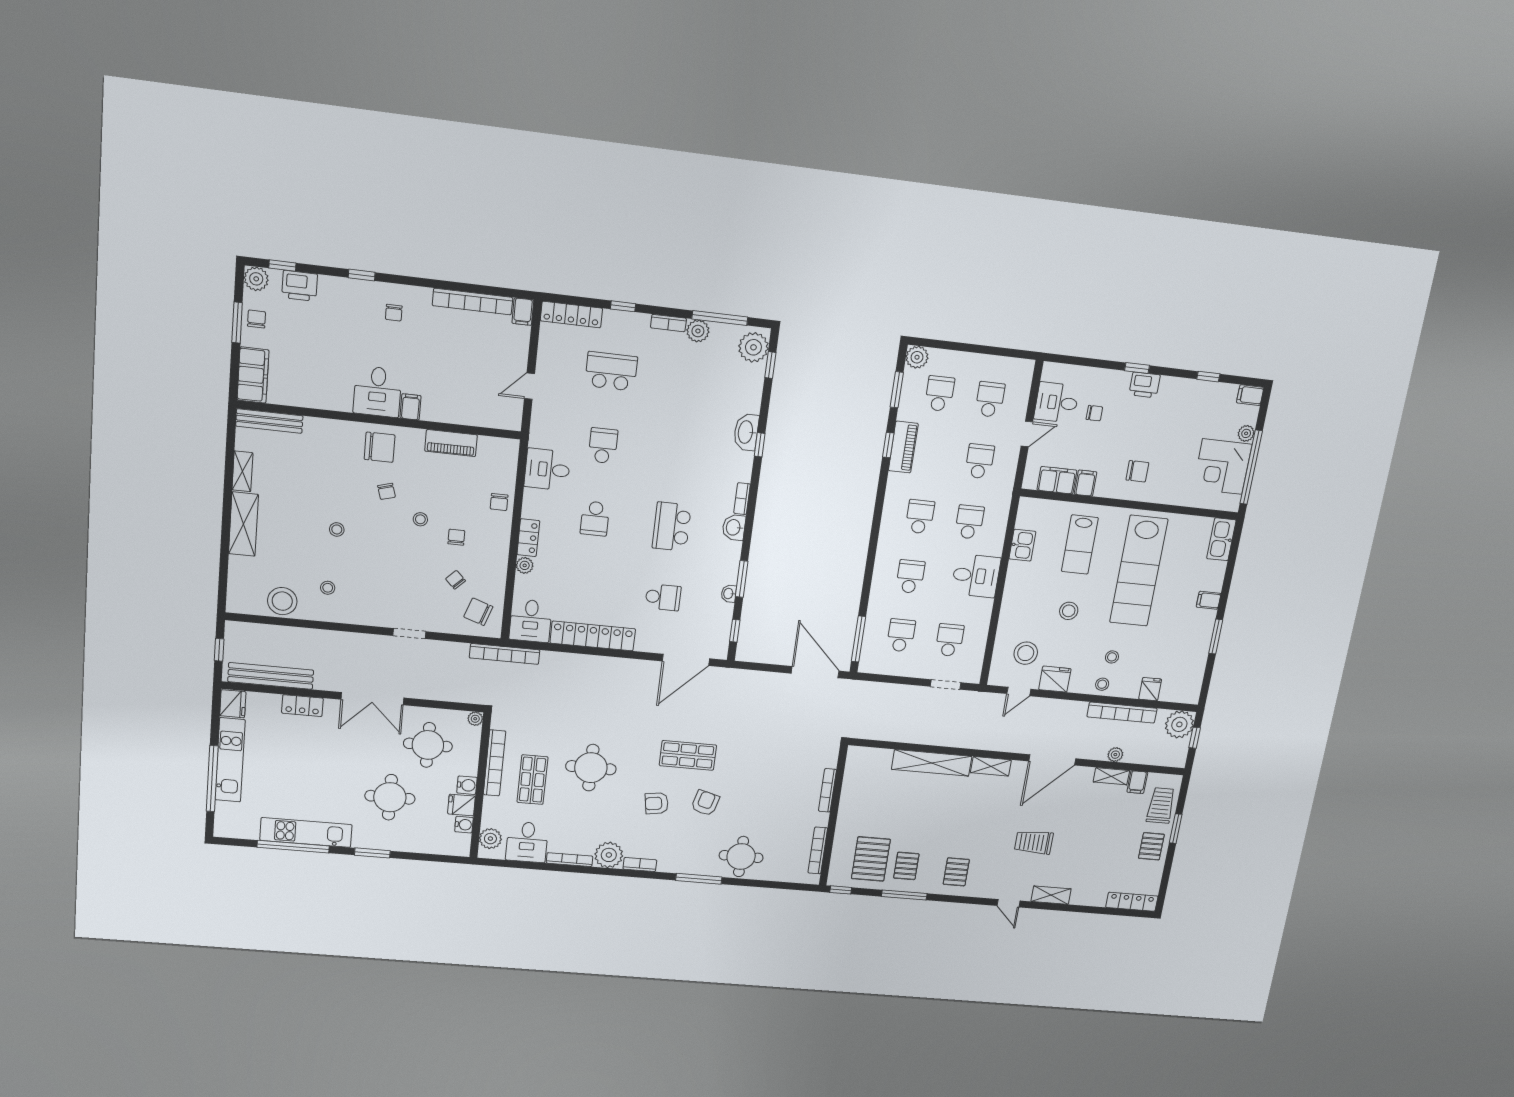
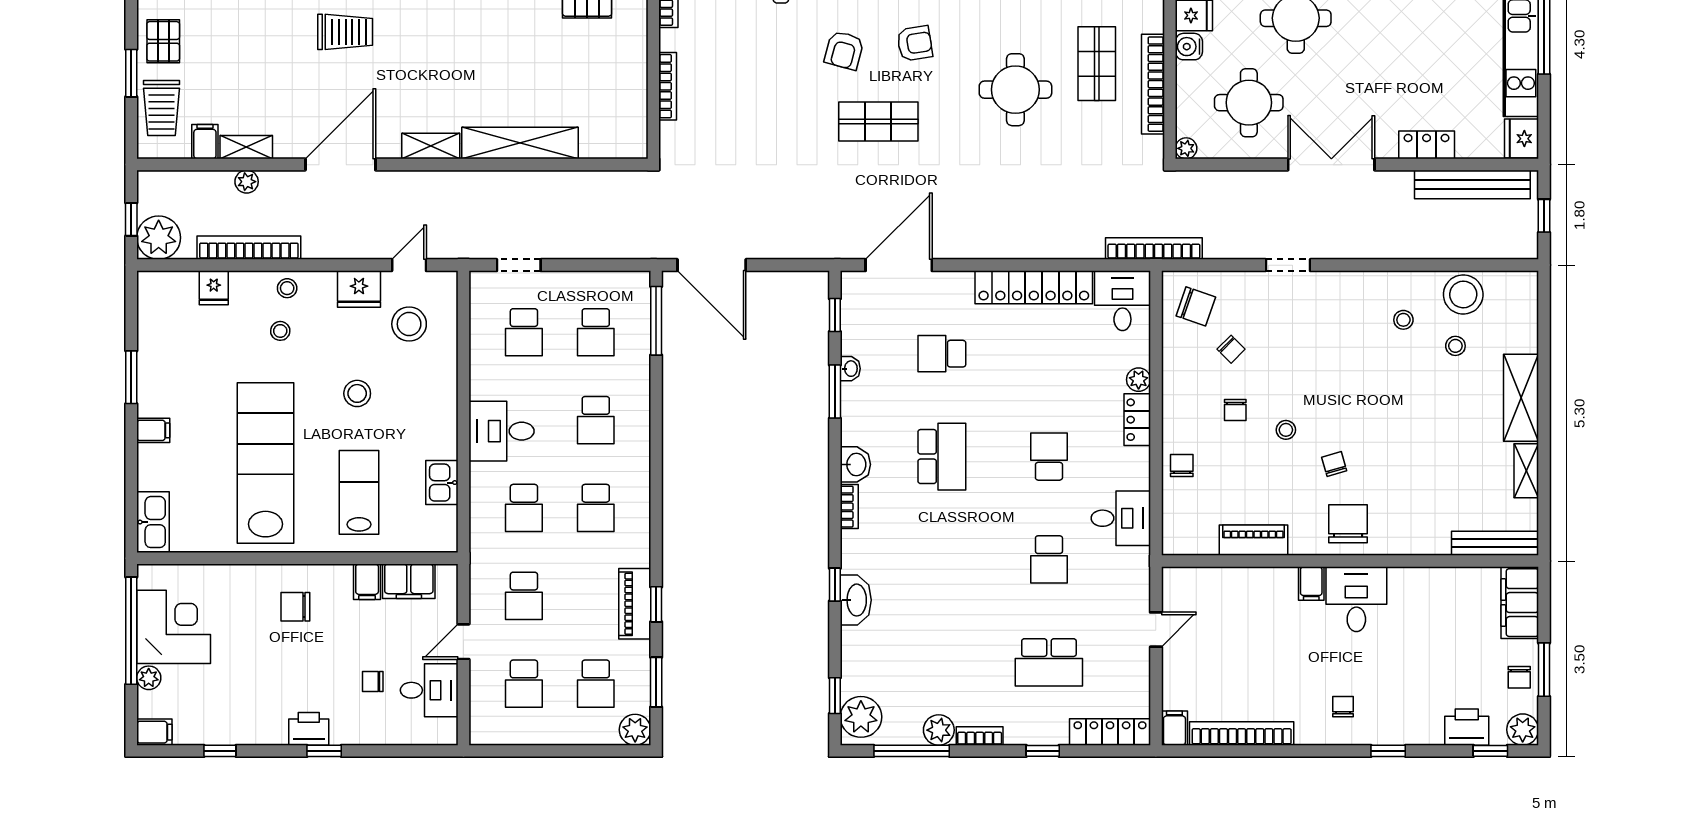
chair: (380, 447) -> (1348, 524), turned 90
stool: (337, 529) -> (1455, 346), moved

